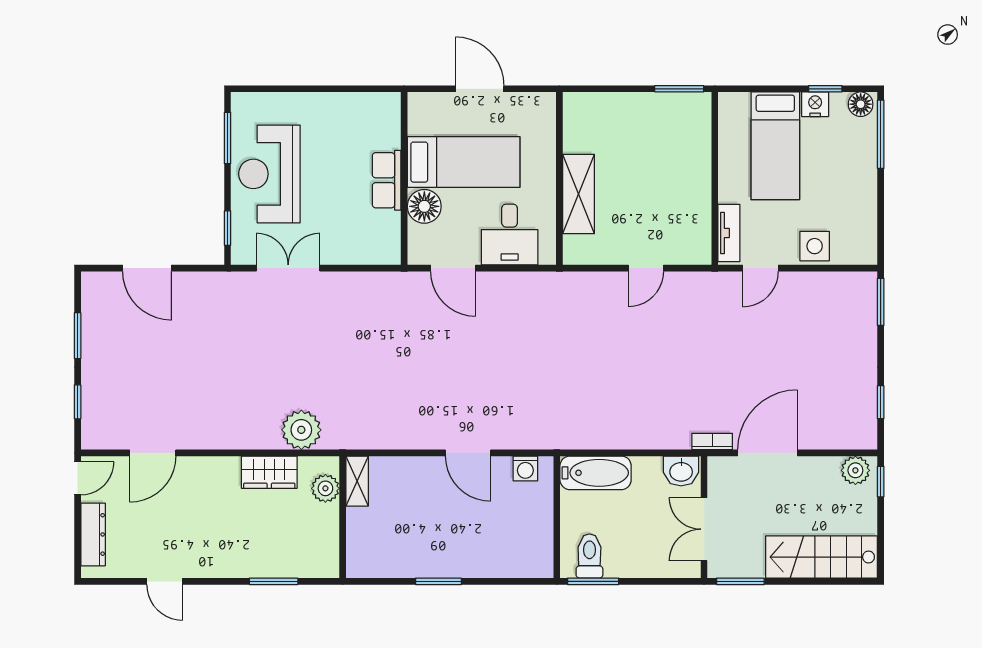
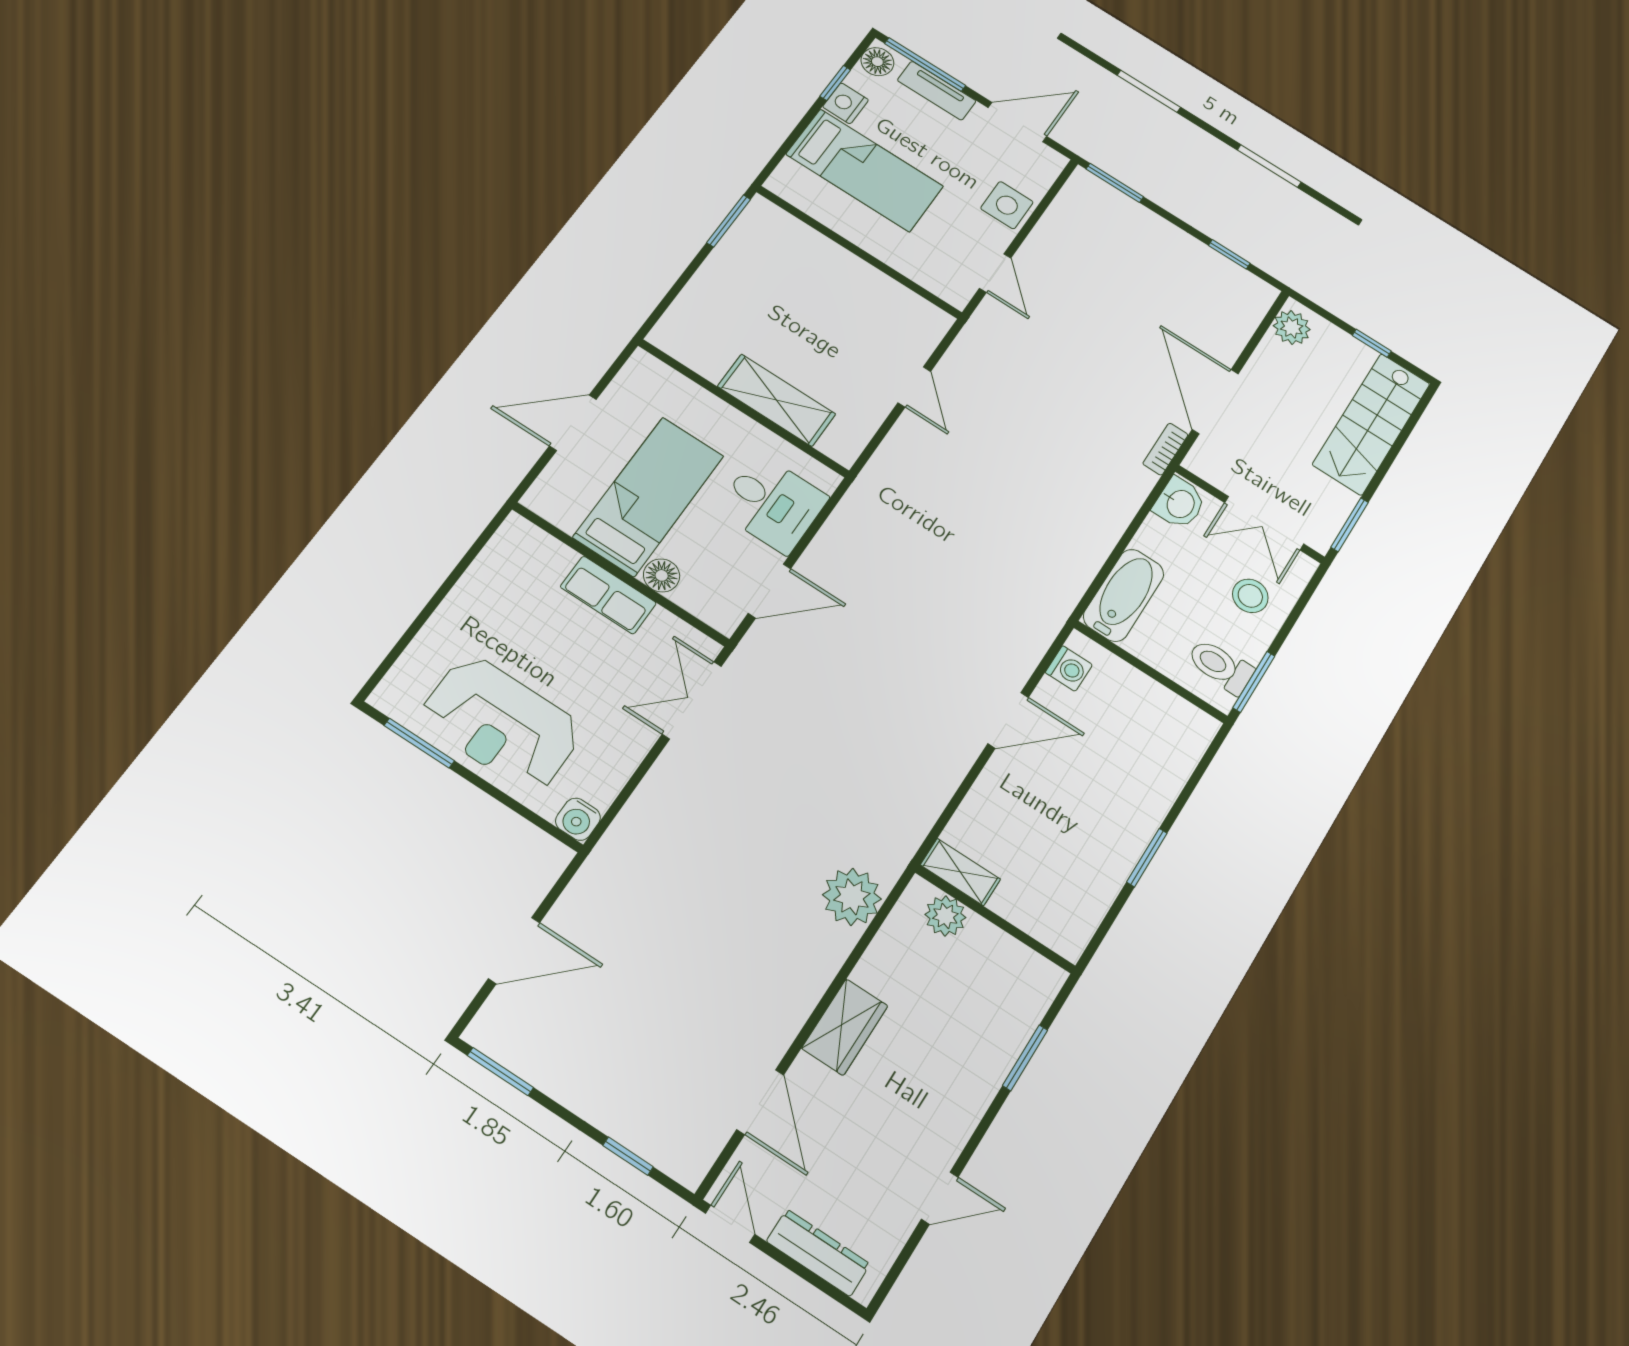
floor lamp: (424, 206) -> (662, 575), width x0.73, depth x0.73
door: (881, 216) -> (1017, 122), added
window: (228, 228) -> (533, 818), removed
tv unit: (729, 233) -> (937, 91), moved, turned 180
water cooler: (243, 252) -> (578, 819), added
double door: (288, 268) -> (692, 700), moved
window: (78, 336) -> (500, 1072), moved
wardrobe: (269, 472) -> (845, 1027), moved
window: (881, 482) -> (1372, 343), moved
stool: (649, 548) -> (1250, 596), added

